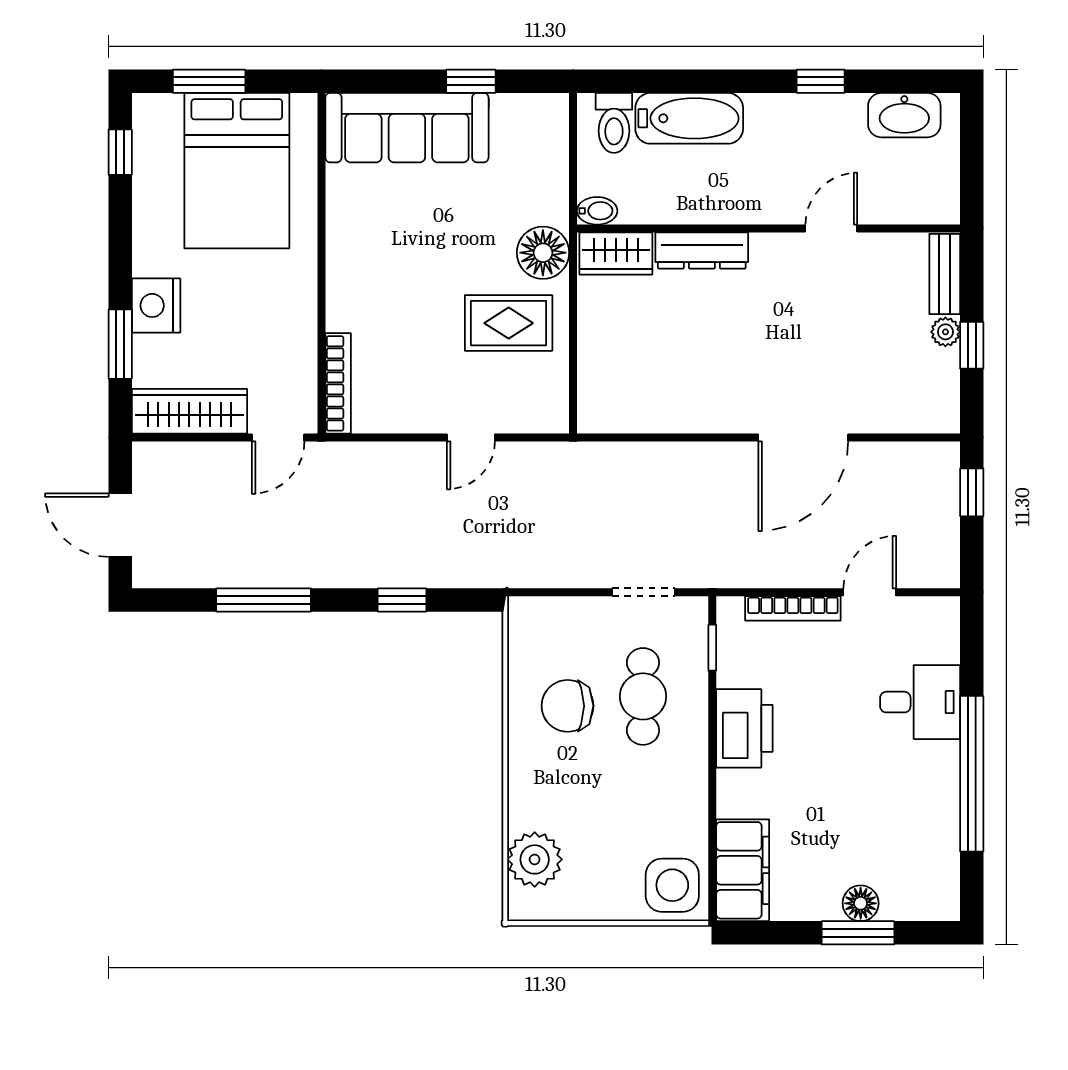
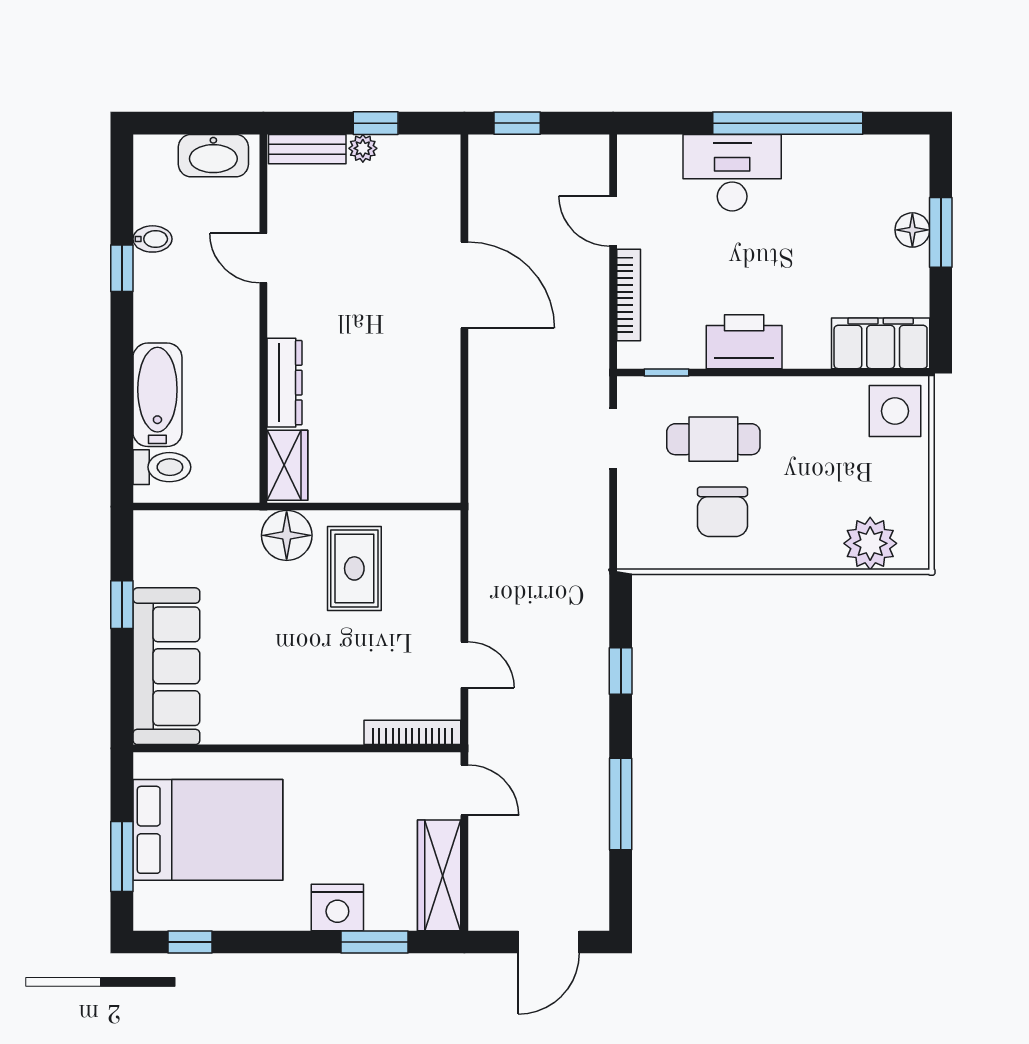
washbasin: (904, 115) -> (213, 156), moved, turned 90
bidet: (597, 211) -> (152, 239), moved, turned 90
door: (471, 437) -> (464, 665), moved
desk: (920, 702) -> (732, 173), width x1.37

